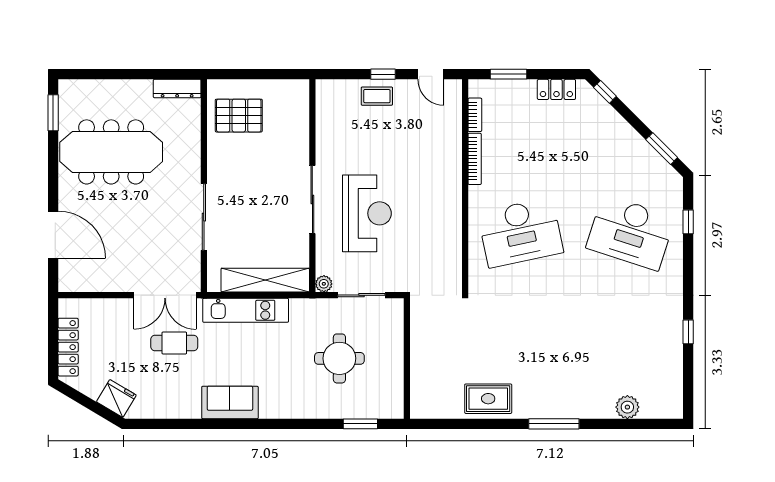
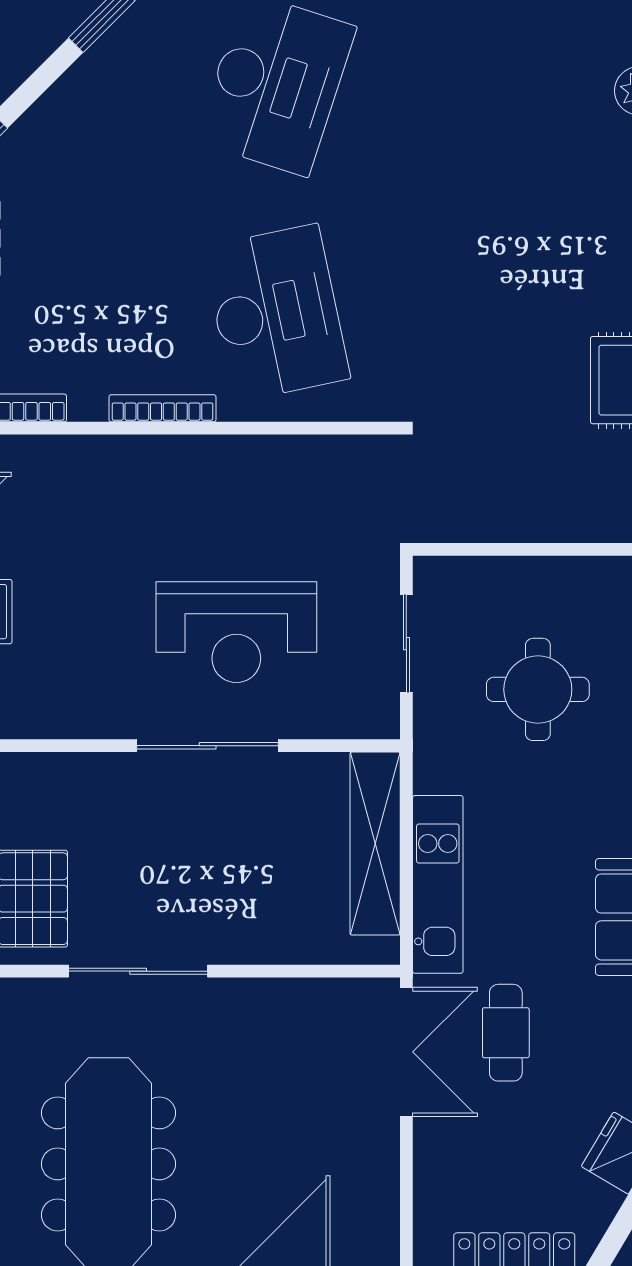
bookcase: (475, 159) -> (162, 408), moved
reception desk: (367, 213) -> (236, 632), turned 180
sliding door: (204, 217) -> (138, 971), moved
plant: (324, 284) -> (383, 722), removed

